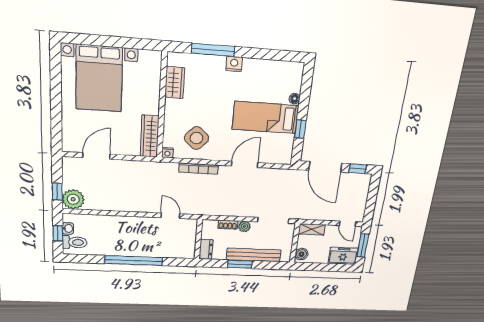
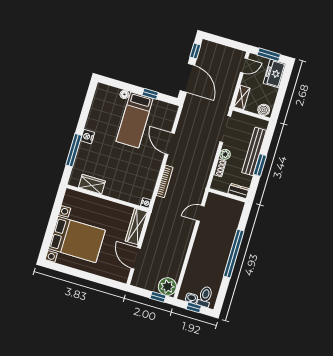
wardrobe: (150, 136) -> (136, 226), moved, turned 90
side table: (196, 138) -> (139, 177), removed
door: (325, 167) -> (187, 78), hinge flipped

